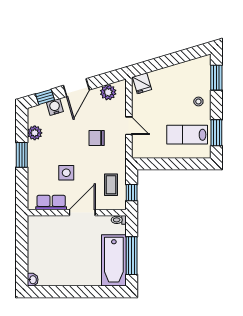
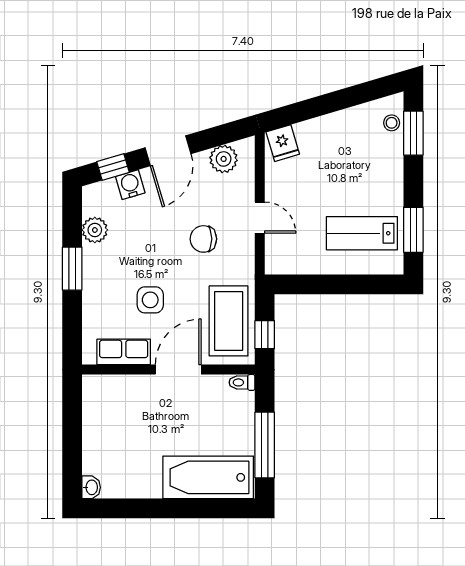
stool: (198, 102) -> (392, 123), moved
coffee table: (111, 185) -> (229, 321), width x1.86, depth x1.72
bathtub: (114, 260) -> (208, 477), moved, turned 90

